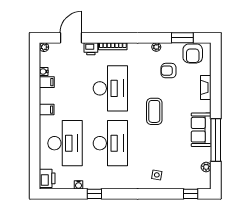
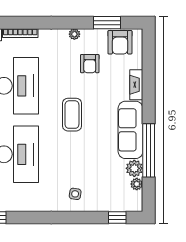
armchair: (169, 71) -> (90, 64), turned -90
sofa: (201, 130) -> (130, 130), width x1.36
plant: (204, 154) -> (134, 168), added

